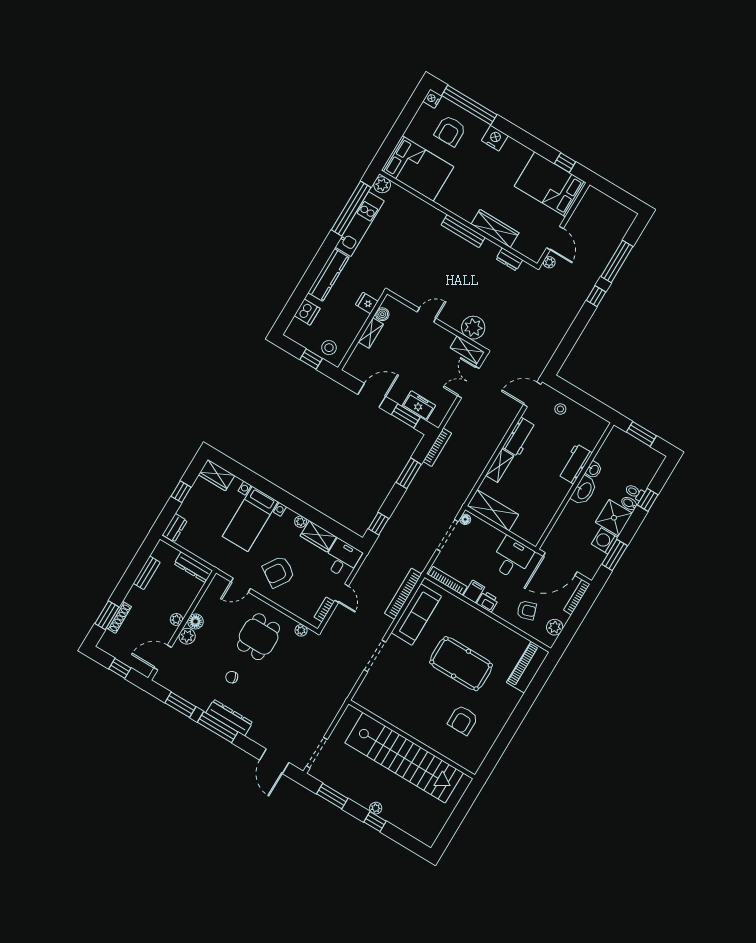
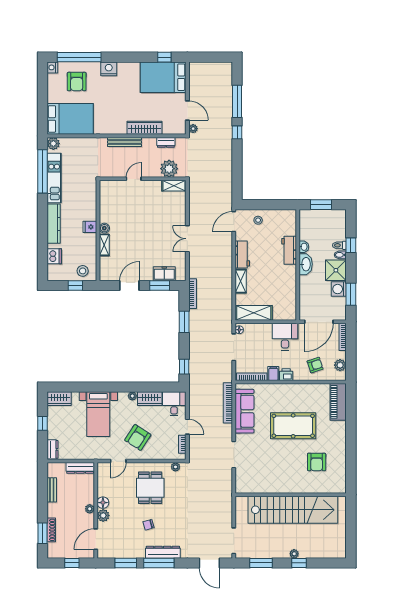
door: (427, 315) -> (134, 179), moved
wall: (437, 321) -> (143, 179), moved
plant: (473, 328) -> (169, 169), moved
shelving: (467, 350) -> (174, 186), moved

